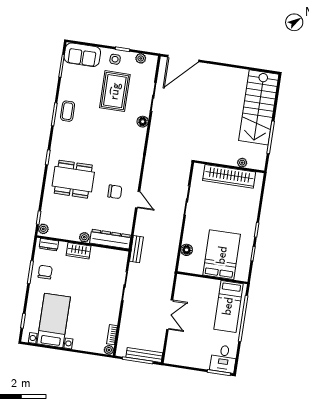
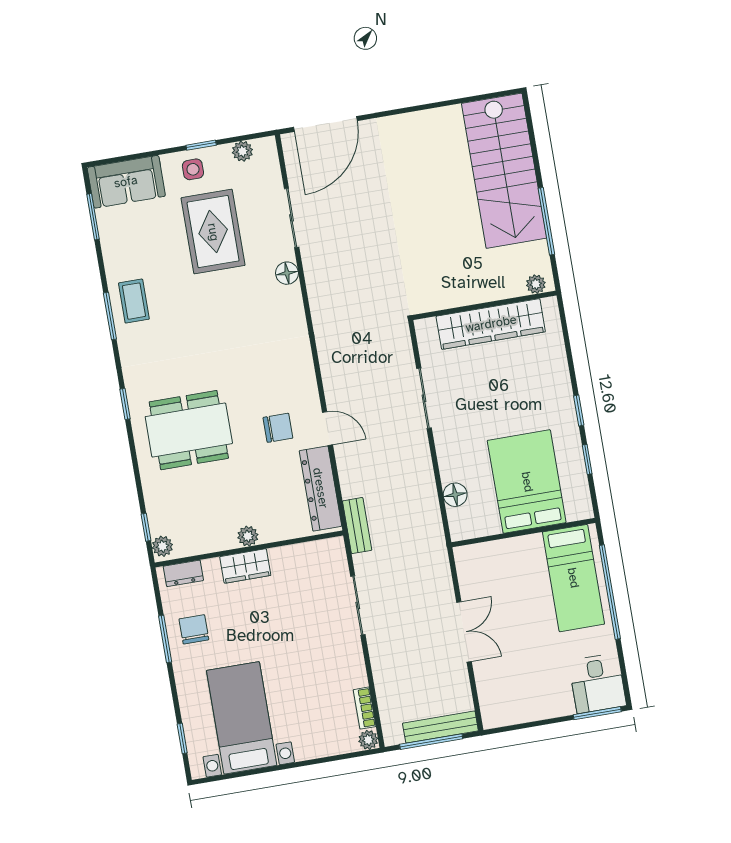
plant: (242, 163) -> (536, 284), moved
dresser: (110, 239) -> (320, 488), moved, turned -90

